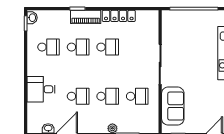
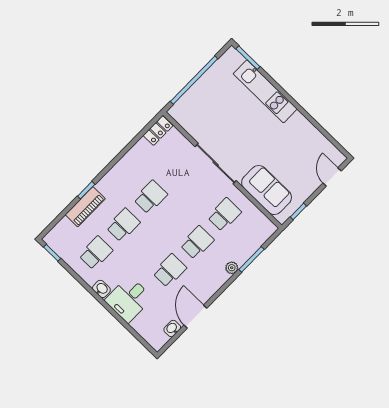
locker: (119, 16) -> (158, 131), moved, width x0.66
piano: (86, 17) -> (85, 207), moved
washbasin: (32, 18) -> (101, 289), moved

